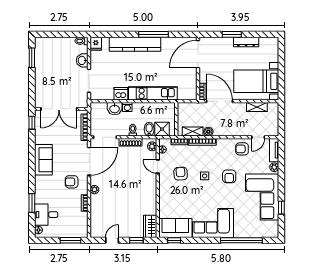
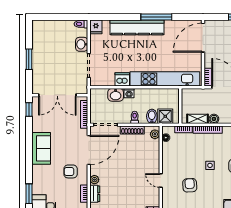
window: (32, 58) -> (29, 59), moved
kitchen unit: (153, 93) -> (165, 79), width x1.36
door: (158, 167) -> (161, 180), moved
armchair: (181, 174) -> (190, 185), moved
dresser: (95, 203) -> (95, 194), added

